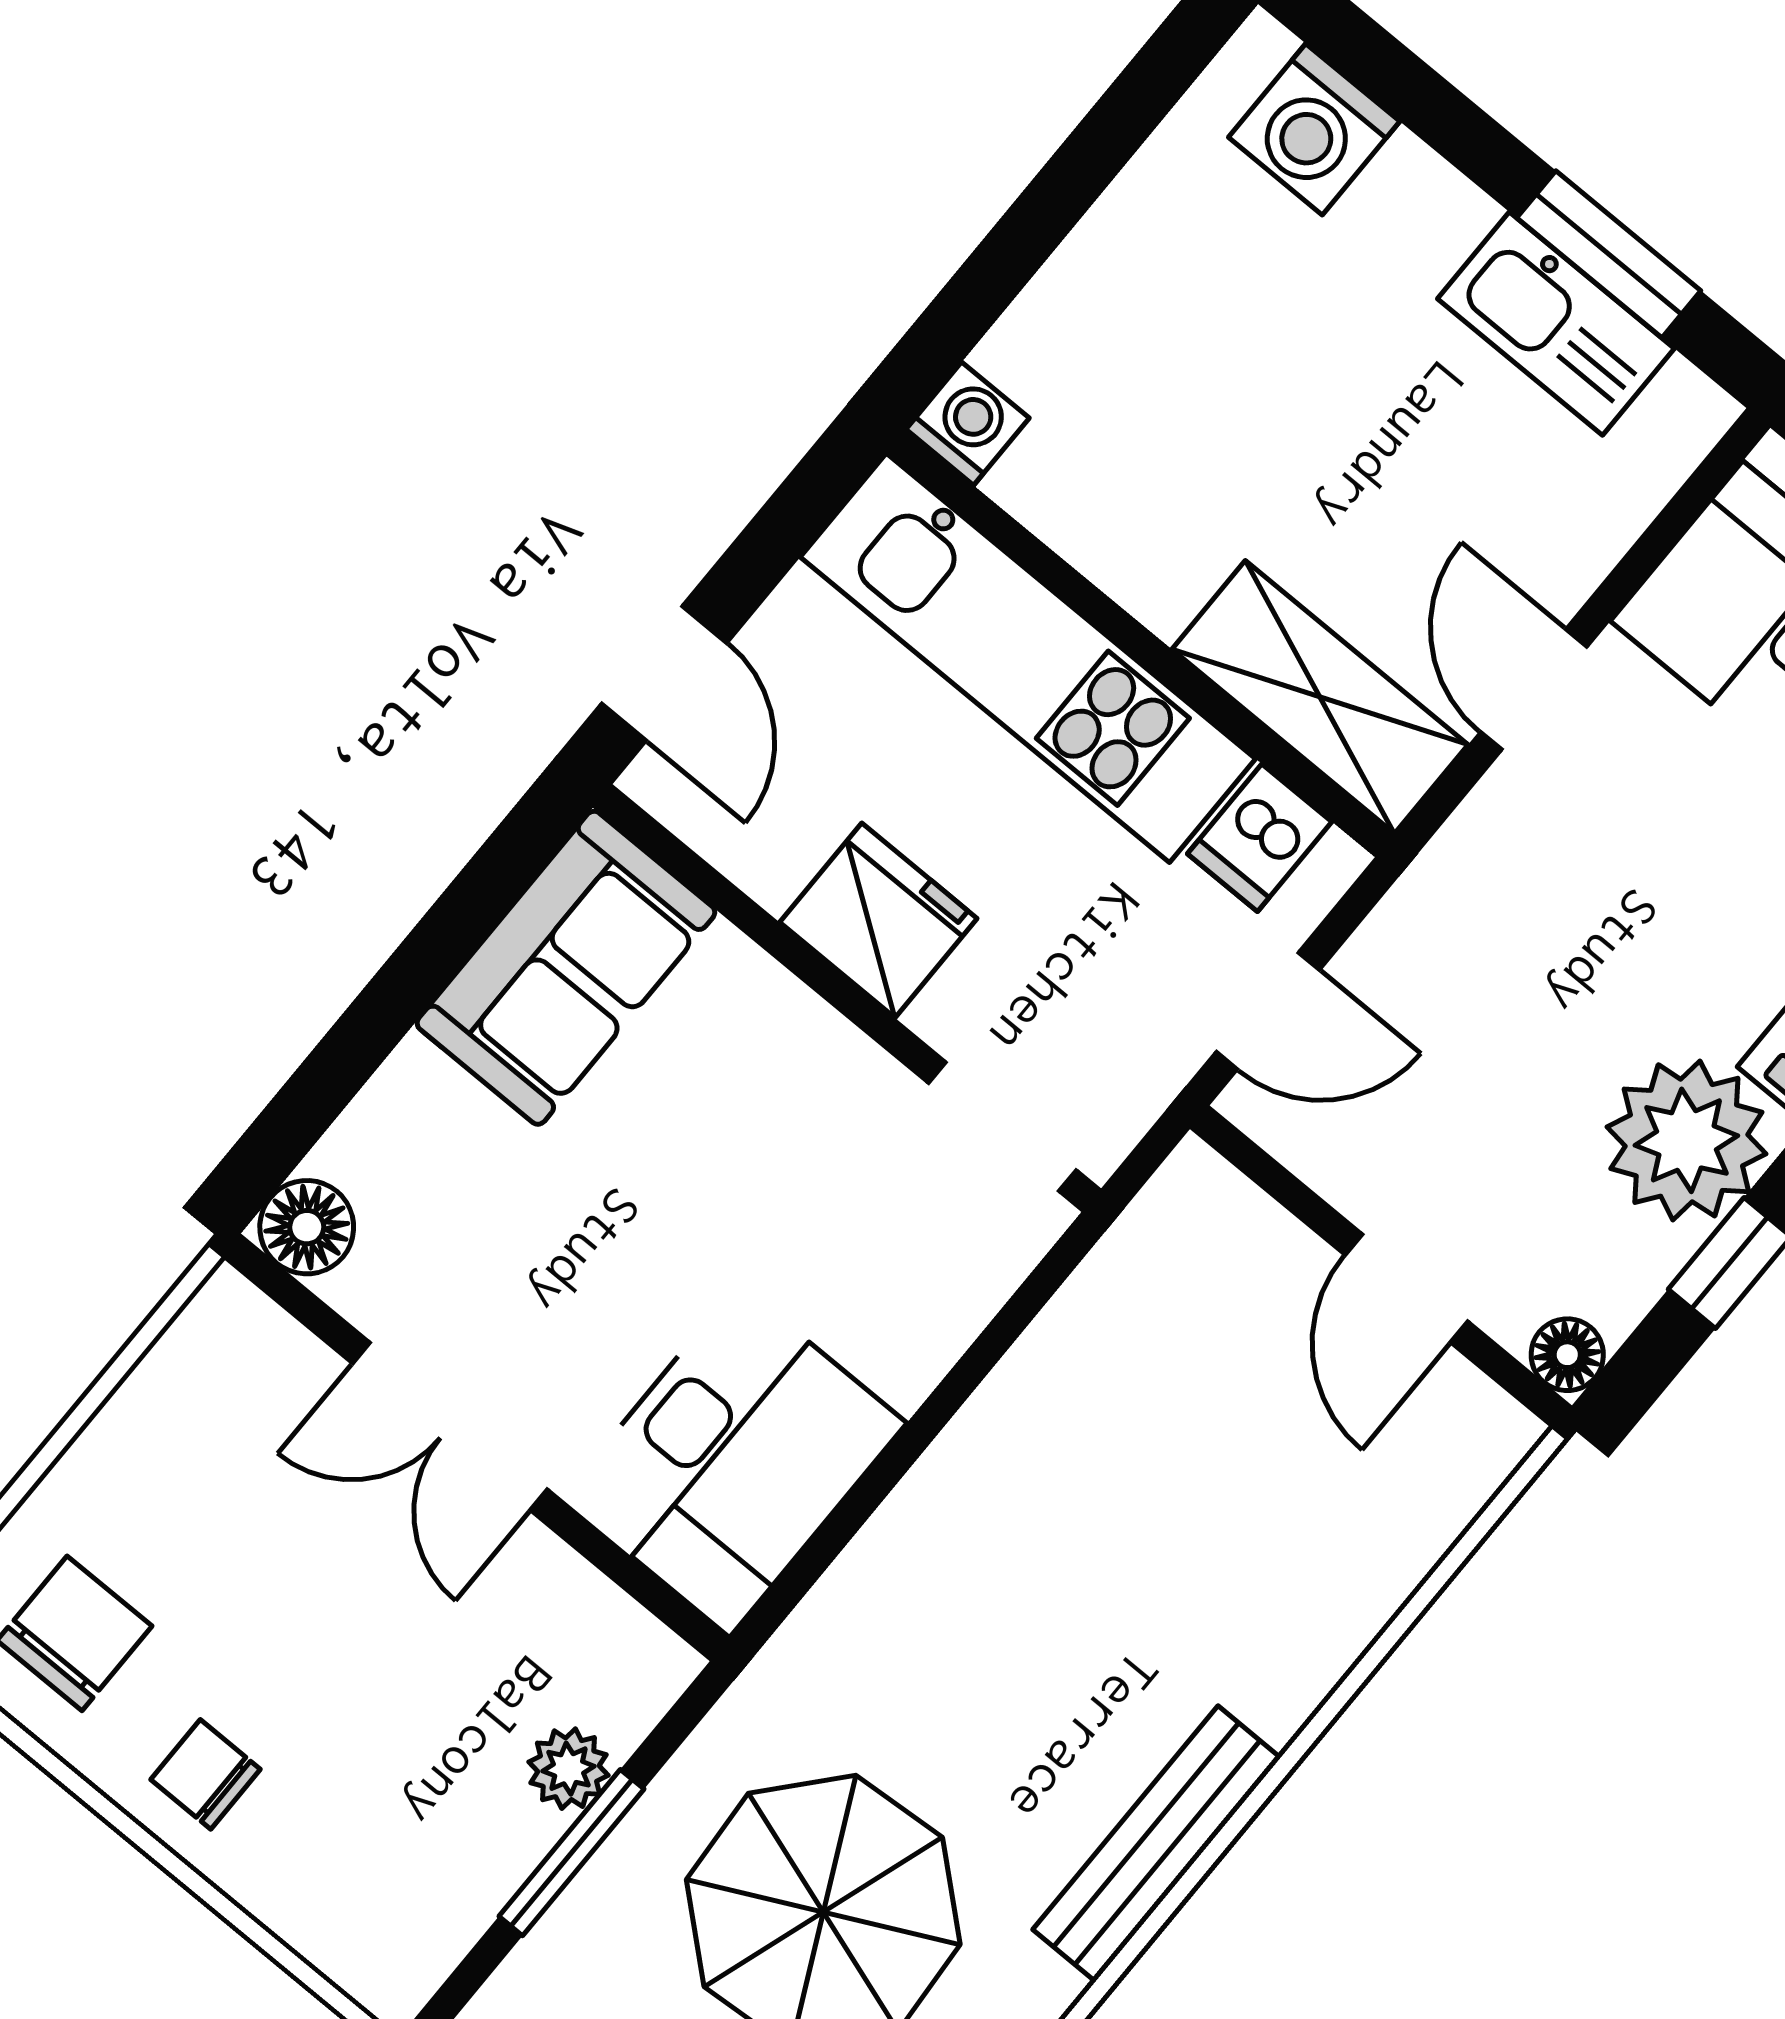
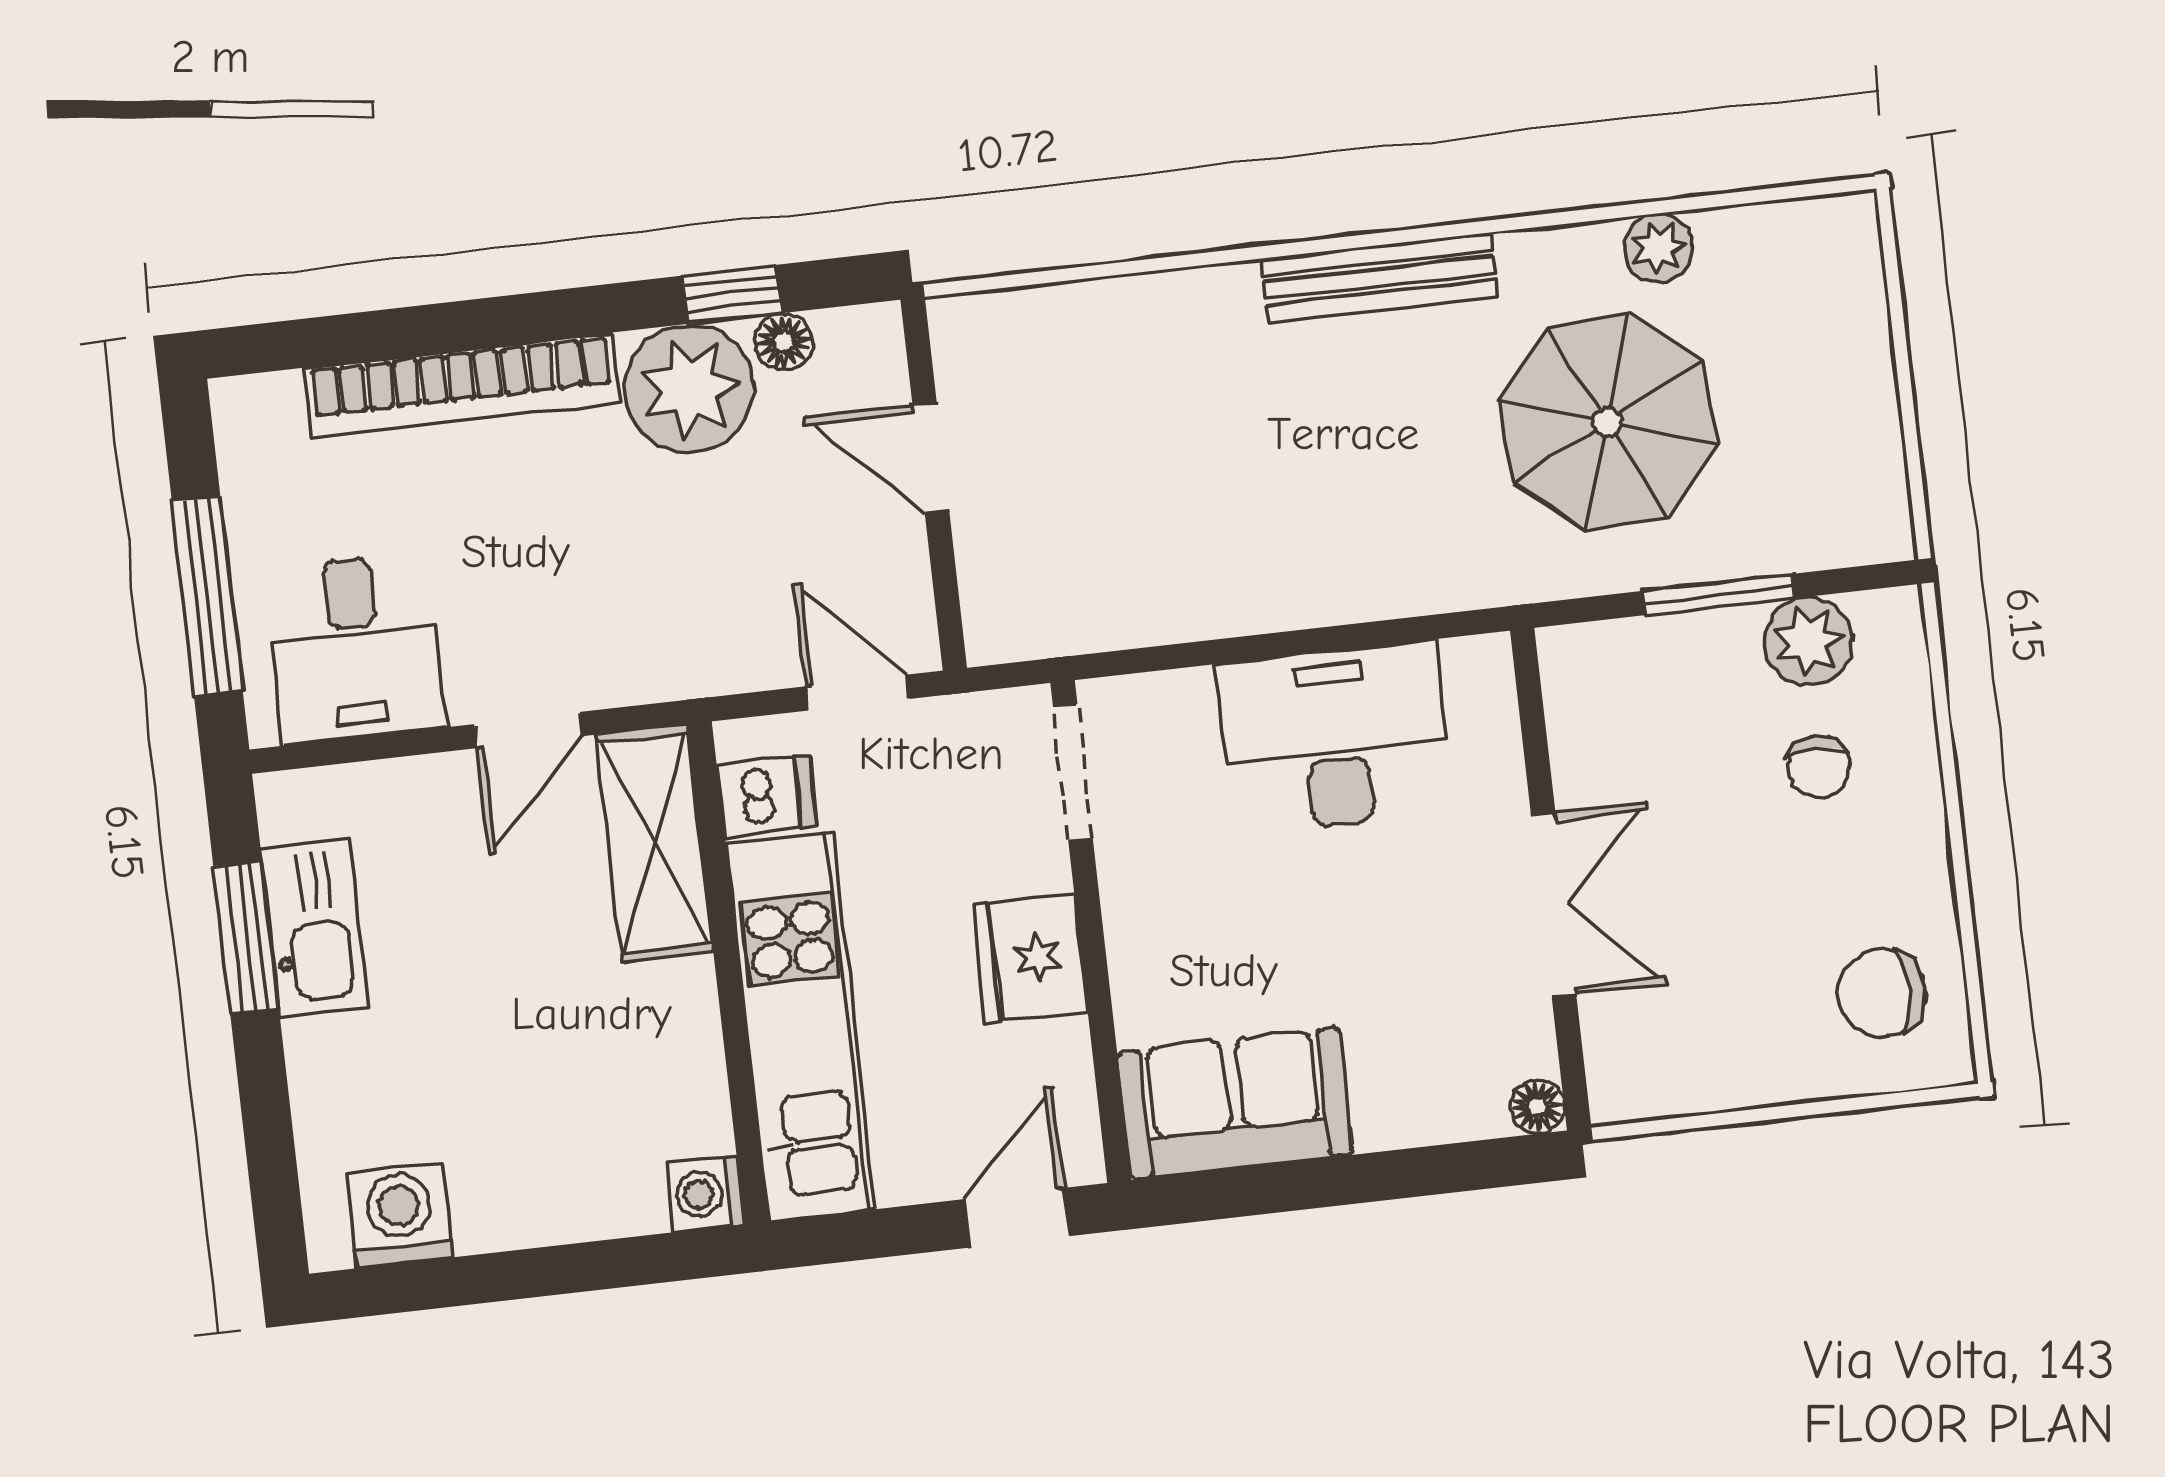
washing machine: (1314, 129) -> (400, 1215), moved, turned -90
floor lamp: (307, 1227) -> (1537, 1107), width x0.73, depth x0.73
door: (1406, 1288) -> (931, 458), swing flipped
floor lamp: (1567, 1355) -> (784, 342), moved
desk: (734, 1461) -> (1335, 738), moved
plant: (569, 1769) -> (1808, 641), moved, width x1.38, depth x1.38
chair: (205, 1774) -> (1819, 767), moved

